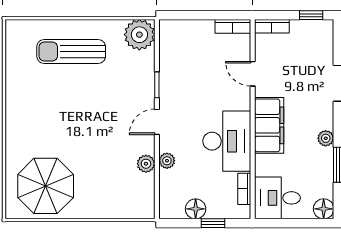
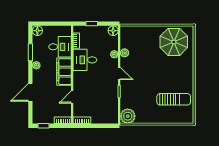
sun lounger: (71, 51) -> (174, 99), moved
door: (253, 74) -> (72, 97), swing flipped
door: (157, 122) -> (119, 73), hinge flipped
desk: (227, 141) -> (85, 60), width x0.73
desk: (277, 198) -> (60, 47), moved
floor lamp: (196, 209) -> (113, 31), moved

